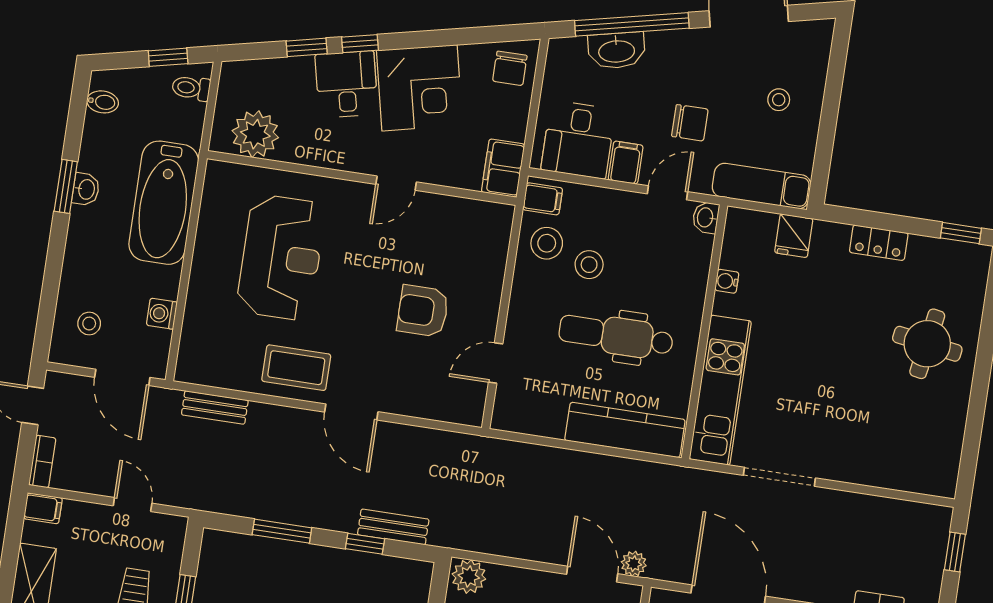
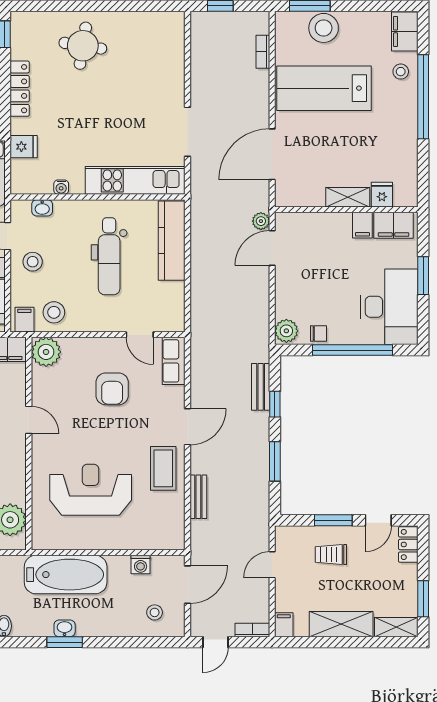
washbasin: (706, 217) -> (42, 208), moved
plant: (491, 223) -> (46, 352), added
locker: (879, 243) -> (20, 89), width x1.53
stool: (589, 265) -> (33, 262), moved
row of seats: (450, 406) -> (174, 361), added
bench: (215, 407) -> (198, 497), moved

